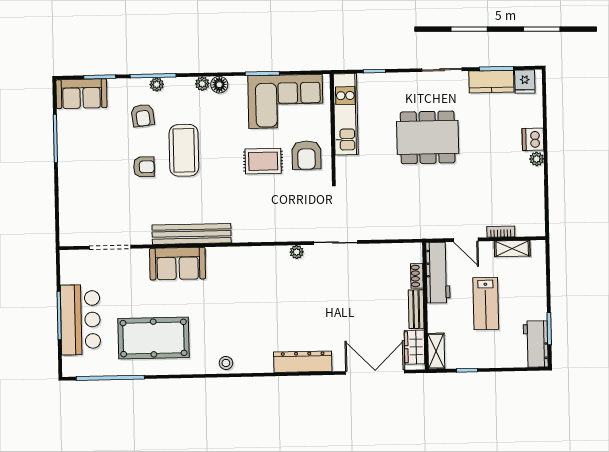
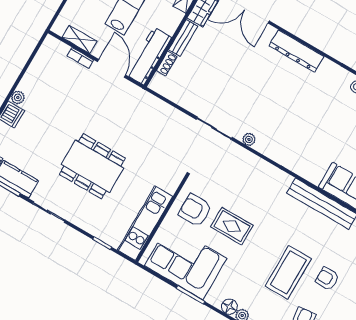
armchair: (306, 155) -> (195, 210), turned -90
door: (466, 240) -> (111, 68), width x1.37

